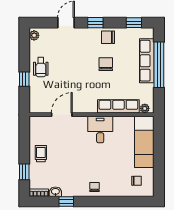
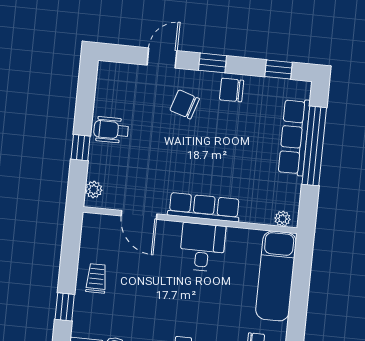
plant: (34, 35) -> (94, 190), moved
chair: (106, 64) -> (185, 104), moved, turned -72
wheelchair: (41, 67) -> (111, 130), turned 90
row of seats: (118, 106) -> (204, 207), moved
door: (62, 115) -> (139, 215), swing flipped

